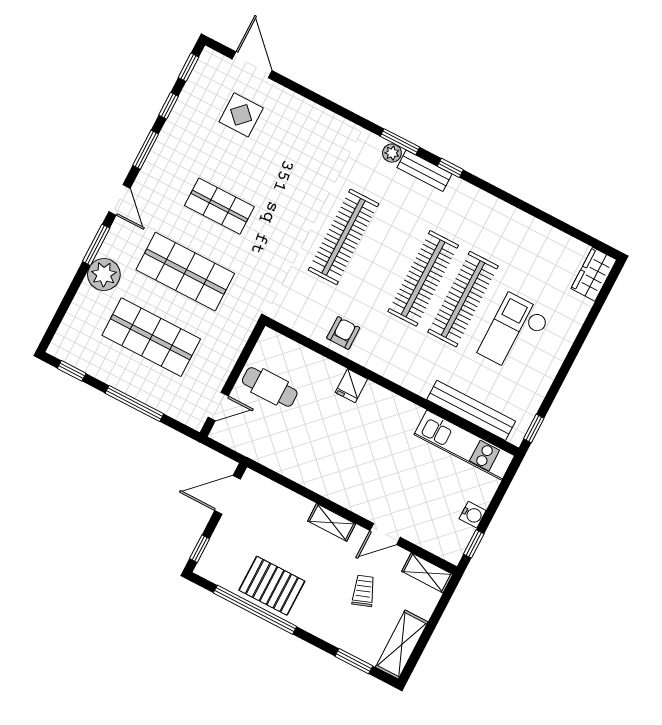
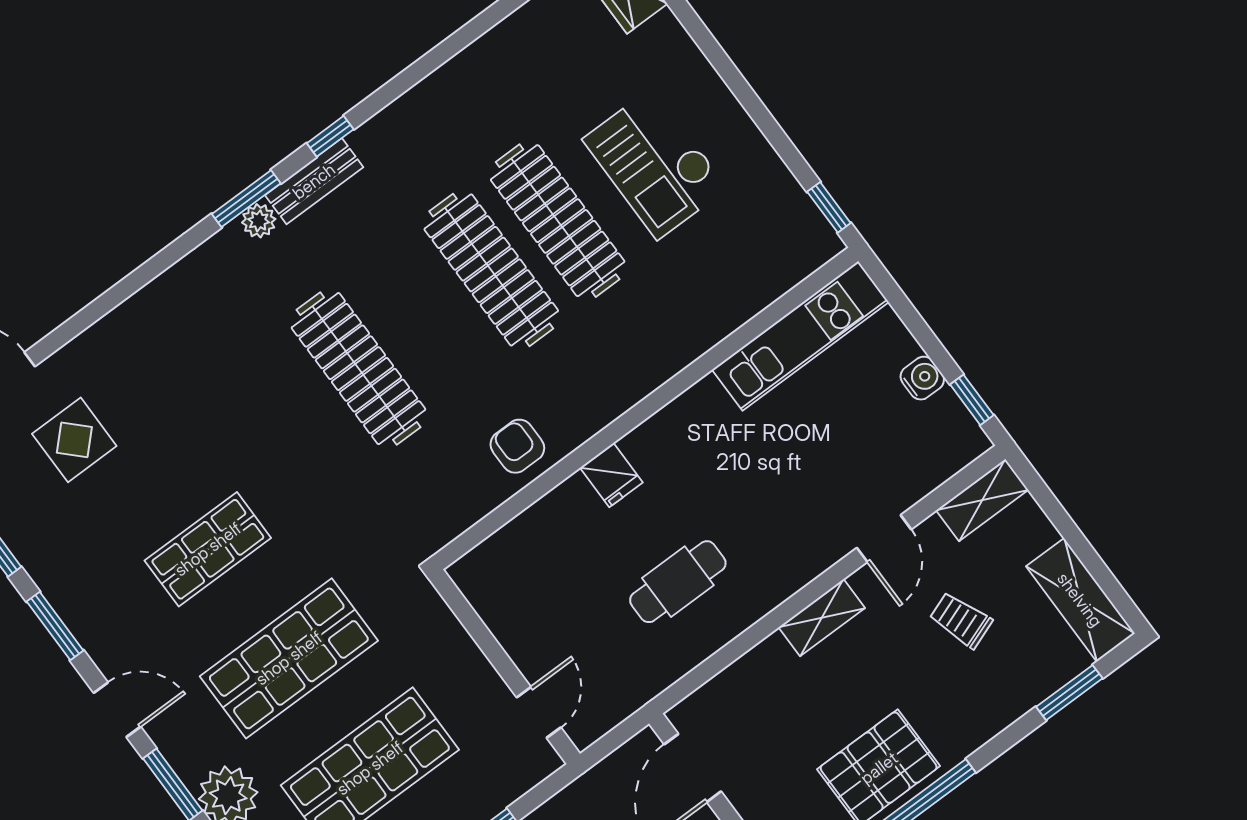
cafe table: (270, 387) -> (678, 582), moved
bench: (471, 410) -> (749, 297), removed

